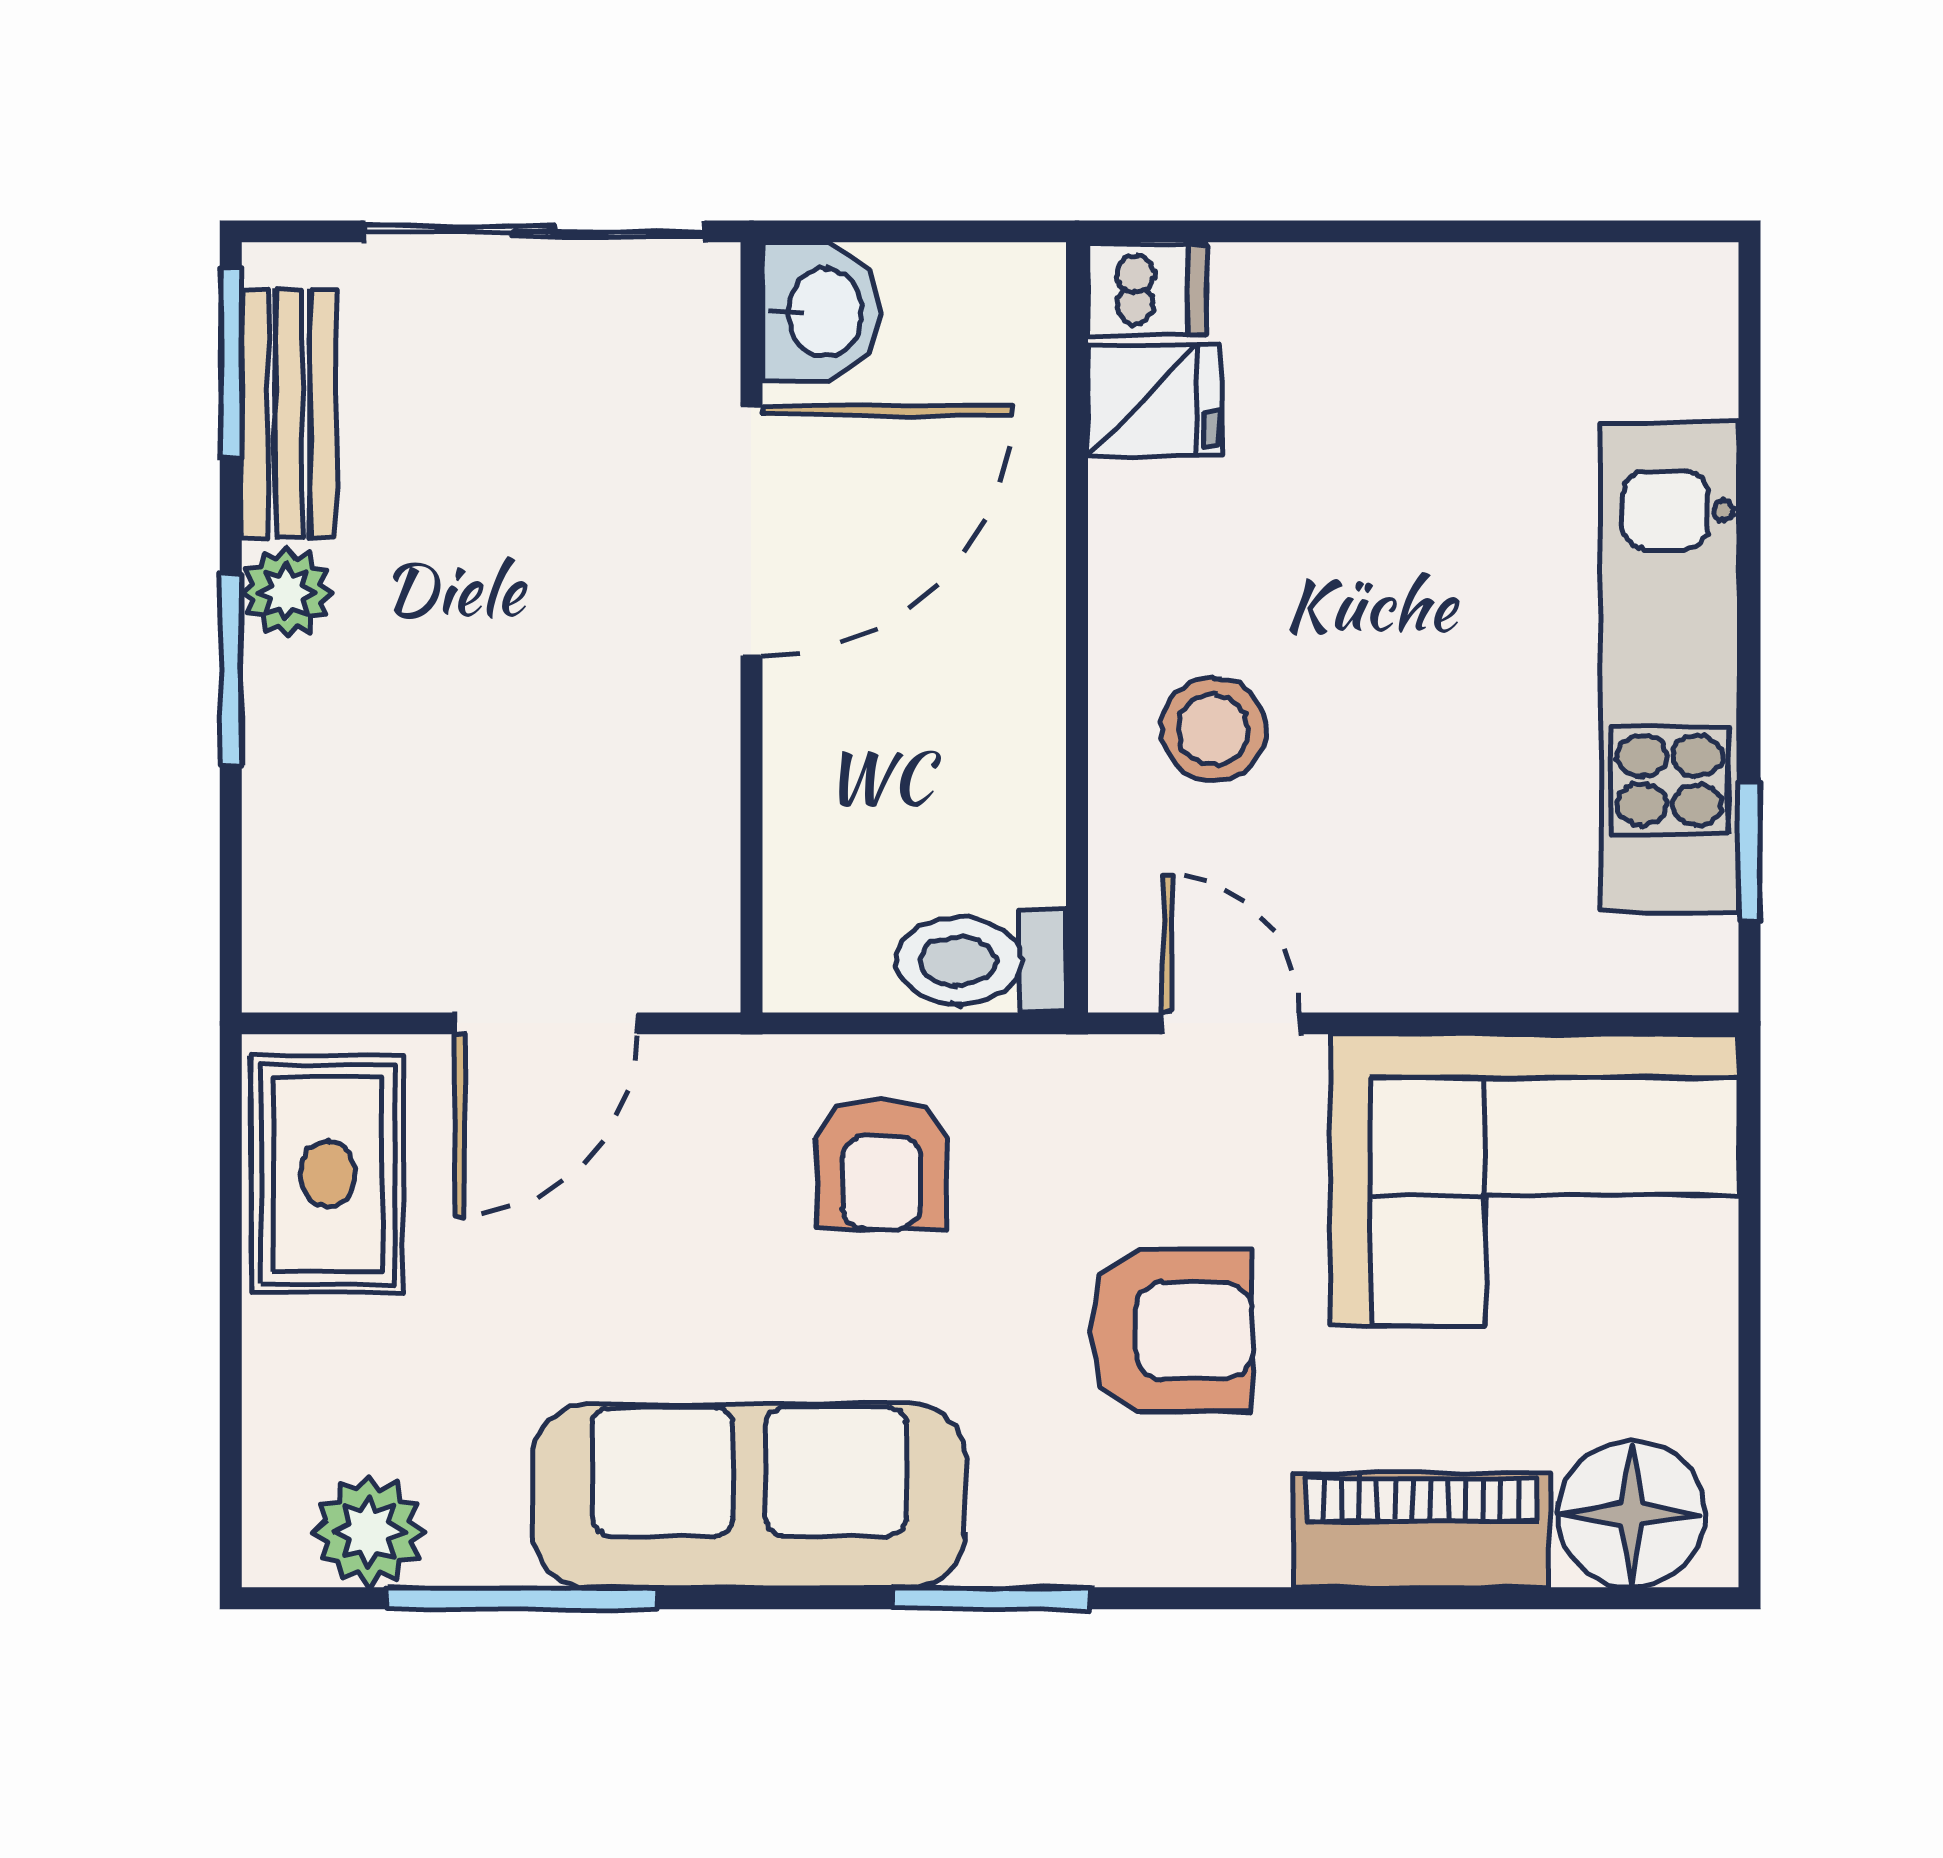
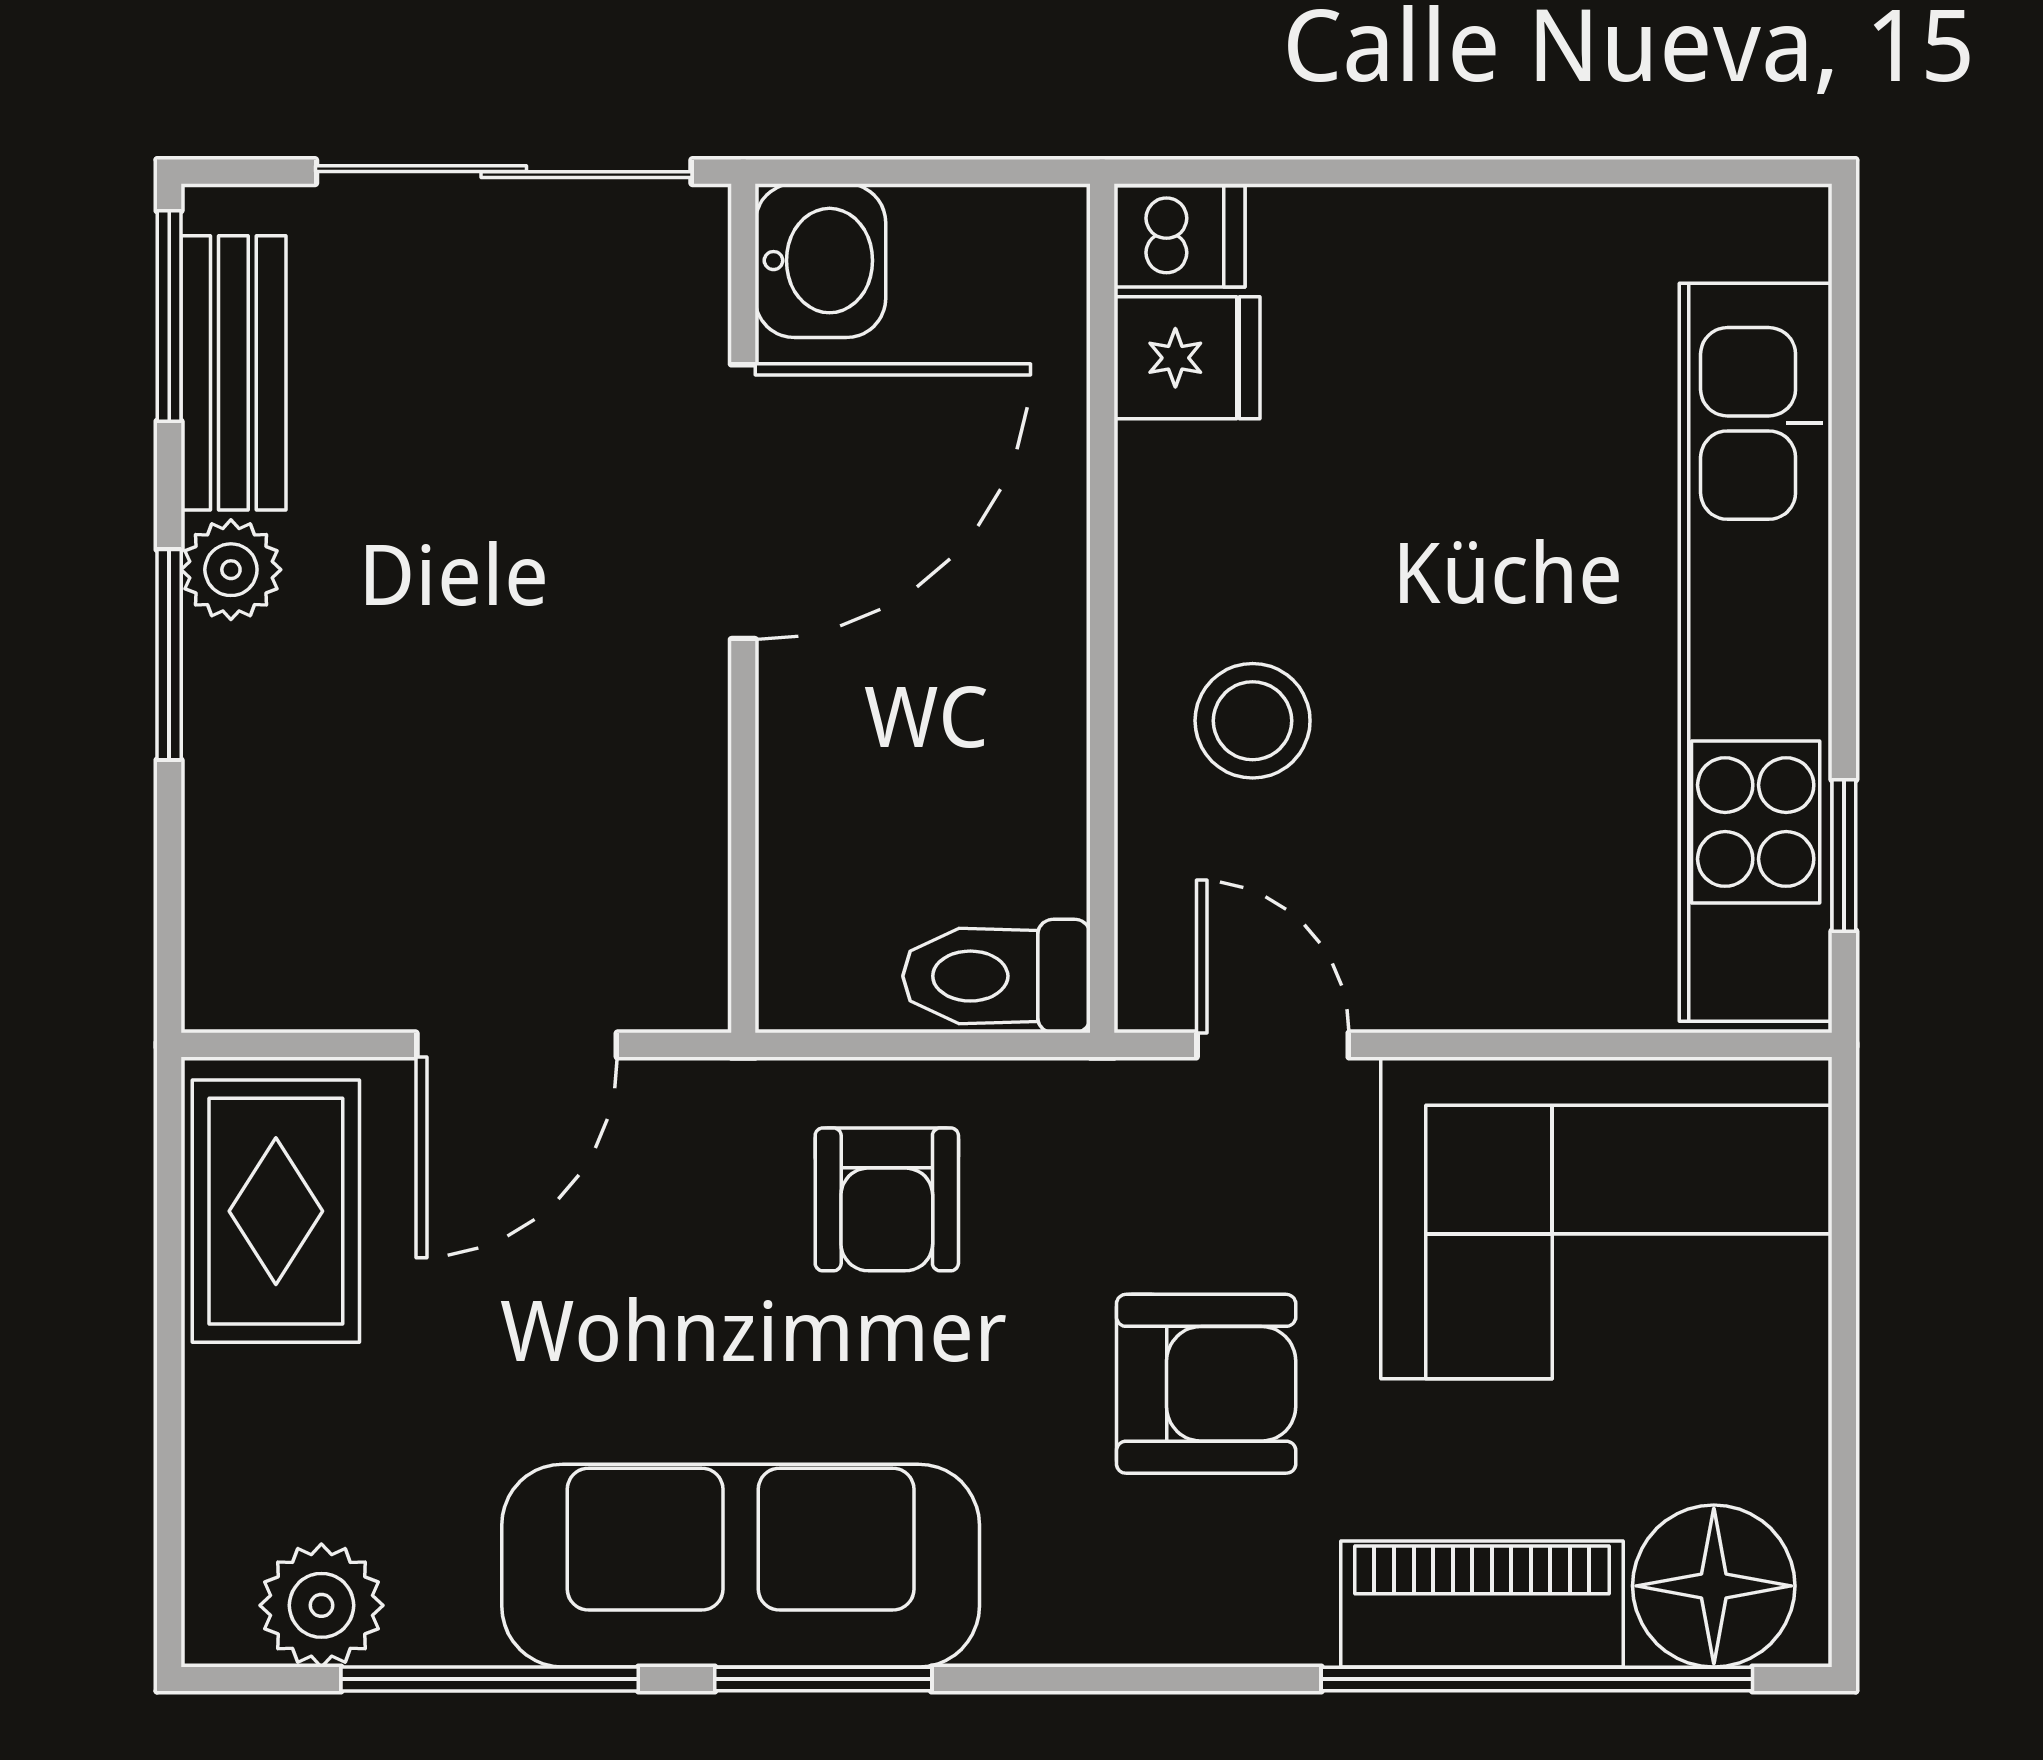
kitchen unit: (1670, 667) -> (1756, 652), width x1.36
window: (992, 1598) -> (823, 1679), moved
window: (1471, 1598) -> (1537, 1679), added

